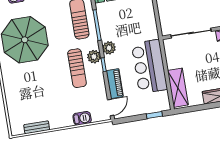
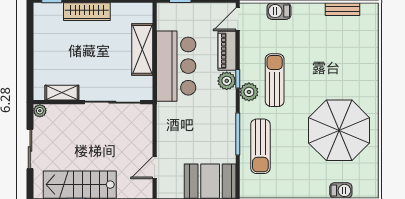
plant: (109, 48) -> (227, 81), moved
shelving: (178, 88) -> (142, 49), moved

